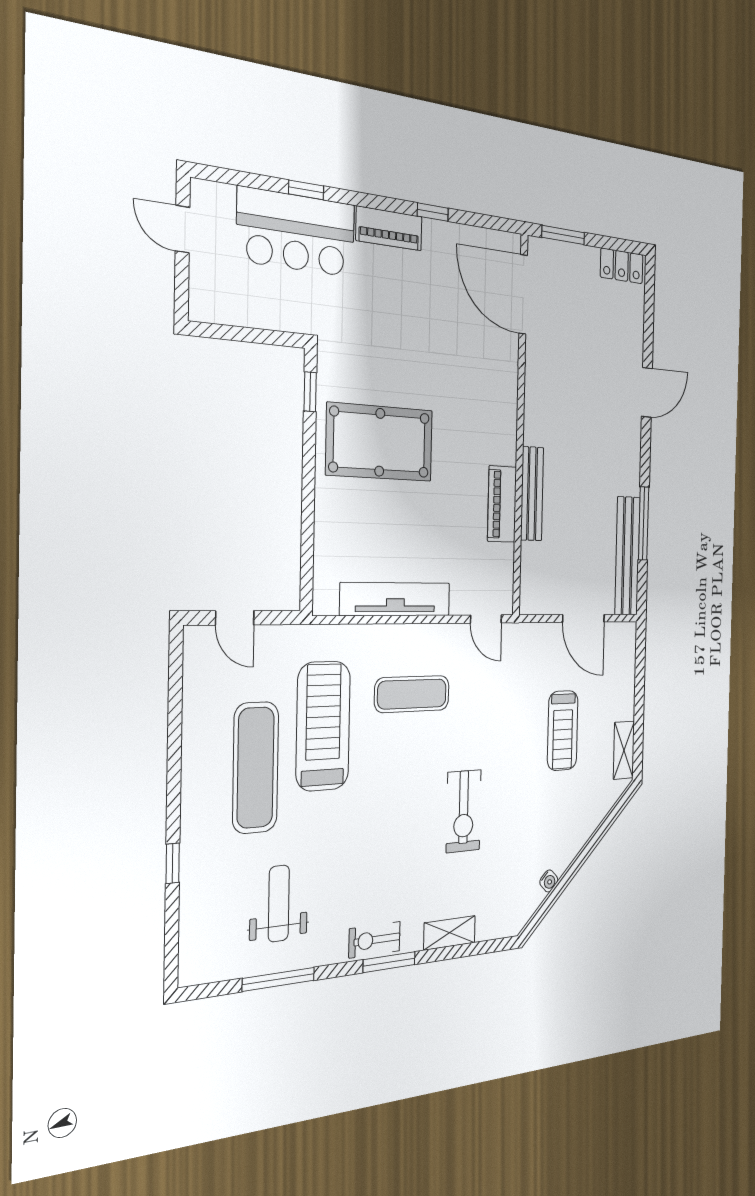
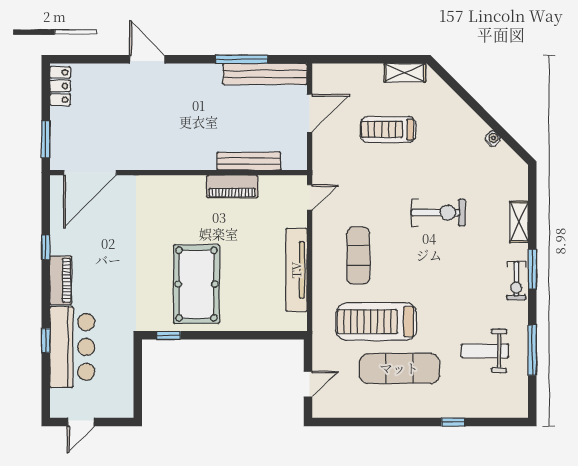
bench: (532, 494) -> (249, 161), moved
treadmill: (563, 731) -> (388, 129), turned 180

